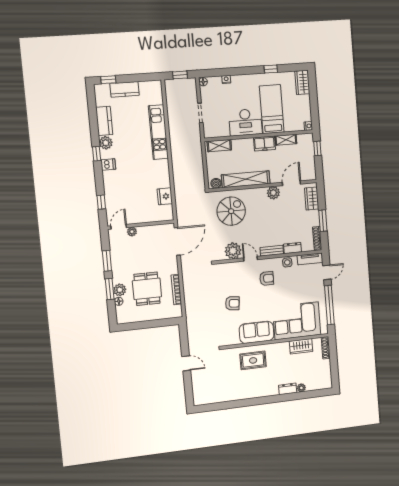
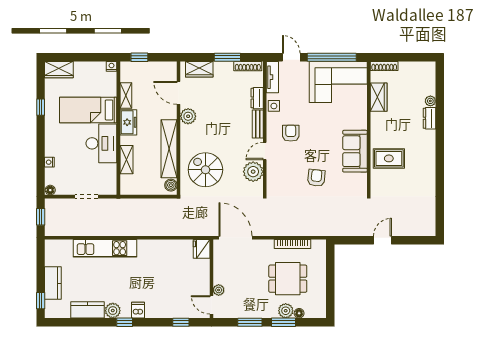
shelving: (219, 146) -> (126, 160), moved
fridge: (165, 196) -> (202, 249), moved, turned 90
corner sofa: (297, 321) -> (338, 82), moved, turned -90
rug: (253, 360) -> (389, 158), turned 90

